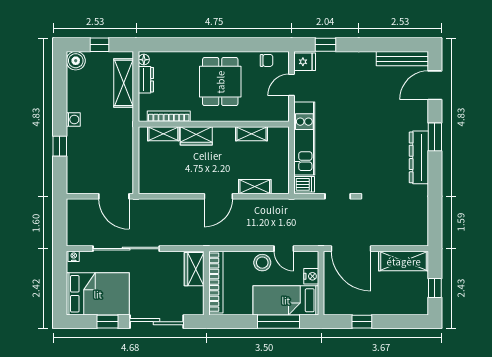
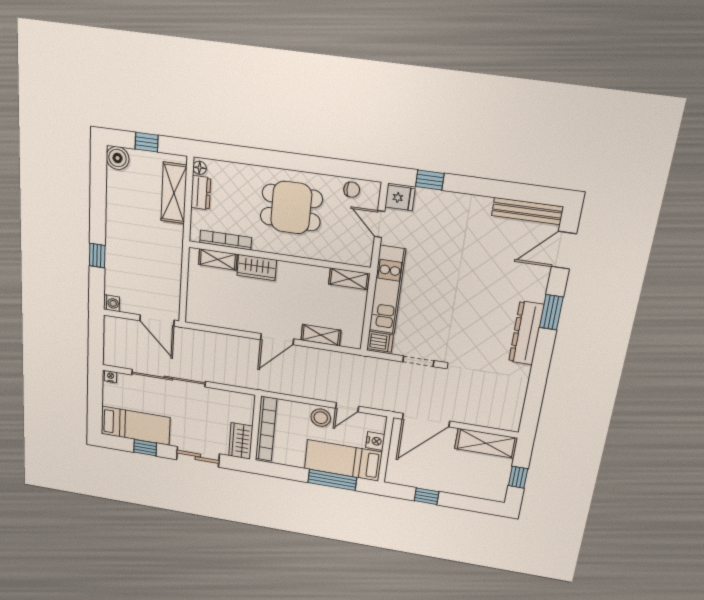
dining table: (220, 82) -> (291, 208), turned 90
door: (292, 85) -> (380, 224), hinge flipped
washing machine: (73, 120) -> (112, 303), moved
shelving: (251, 134) -> (349, 279), moved
door: (284, 249) -> (347, 407), hinge flipped
door: (351, 249) -> (426, 420), hinge flipped
wardrobe: (194, 269) -> (241, 441), moved
bed: (98, 294) -> (135, 426), width x0.67
sliding door: (157, 322) -> (198, 457), width x0.73

